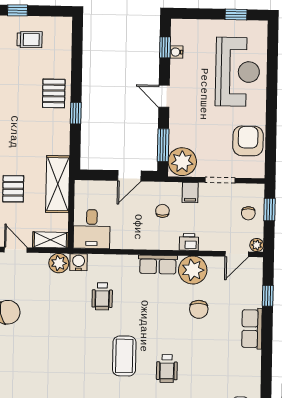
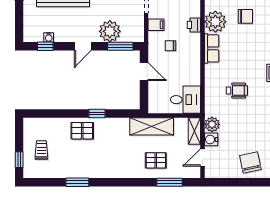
plant: (182, 162) -> (110, 31), moved
water cooler: (79, 262) -> (211, 139), moved

